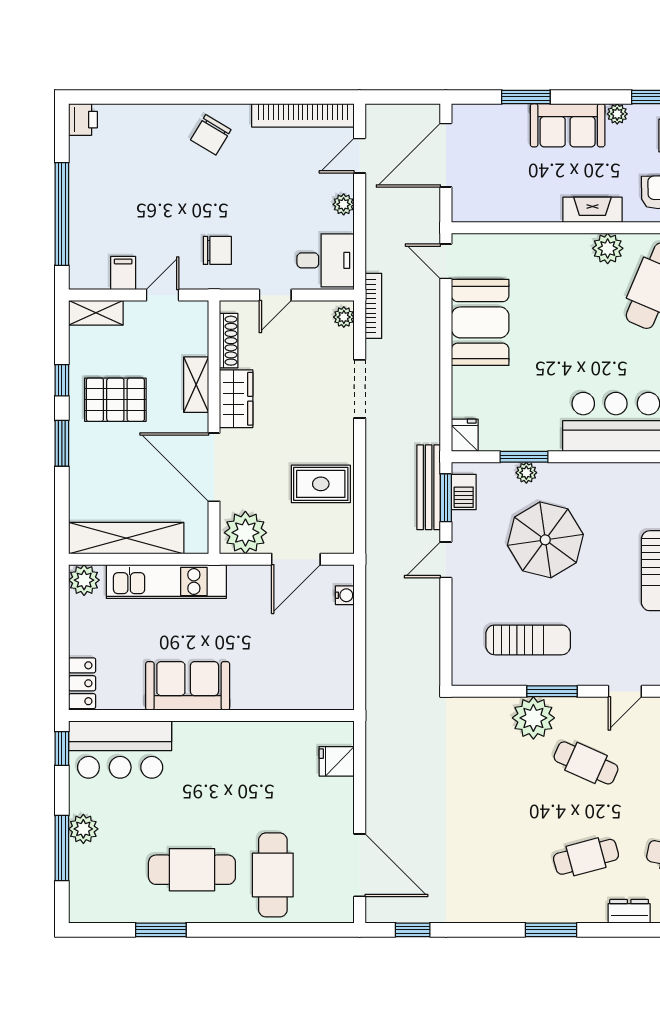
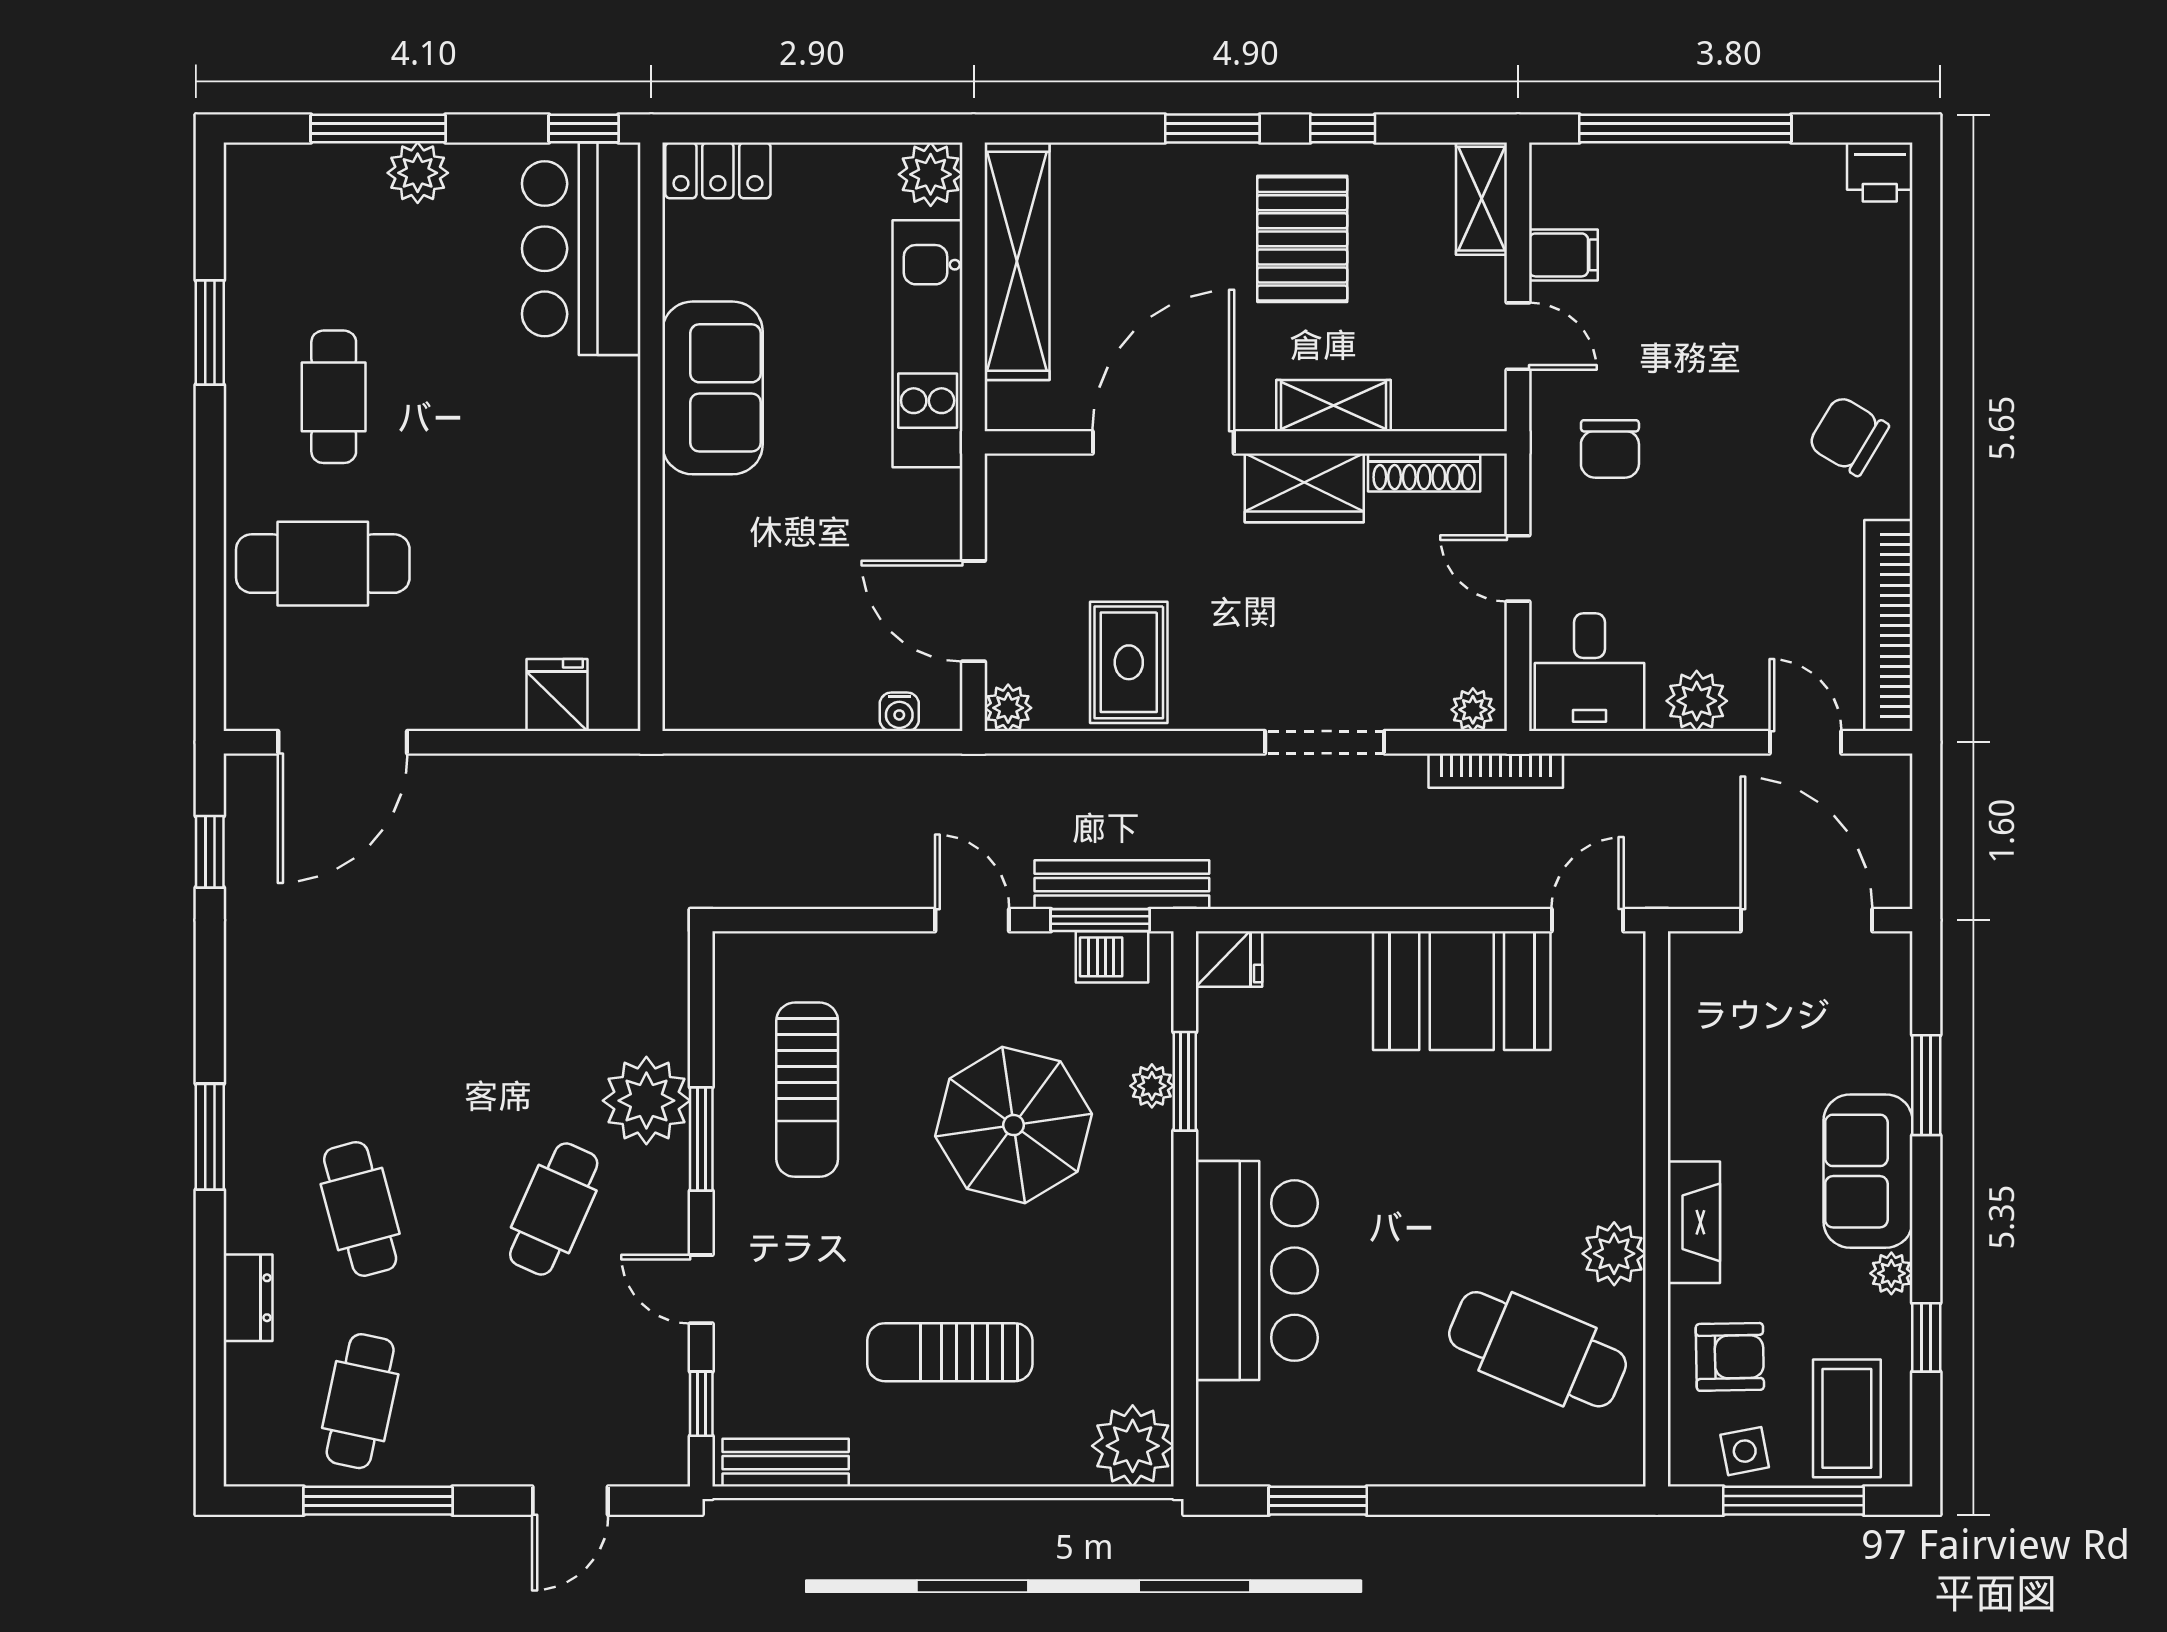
plant: (344, 204) -> (1697, 701), width x1.38, depth x1.38
plant: (245, 533) -> (1008, 708), moved, width x0.53, depth x0.53
cafe table: (192, 870) -> (334, 397), width x0.73, depth x0.74

